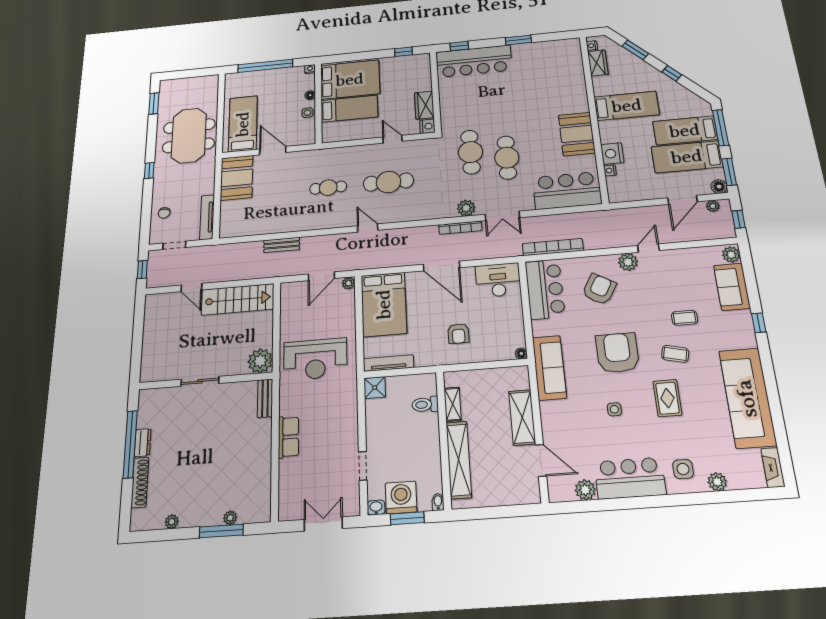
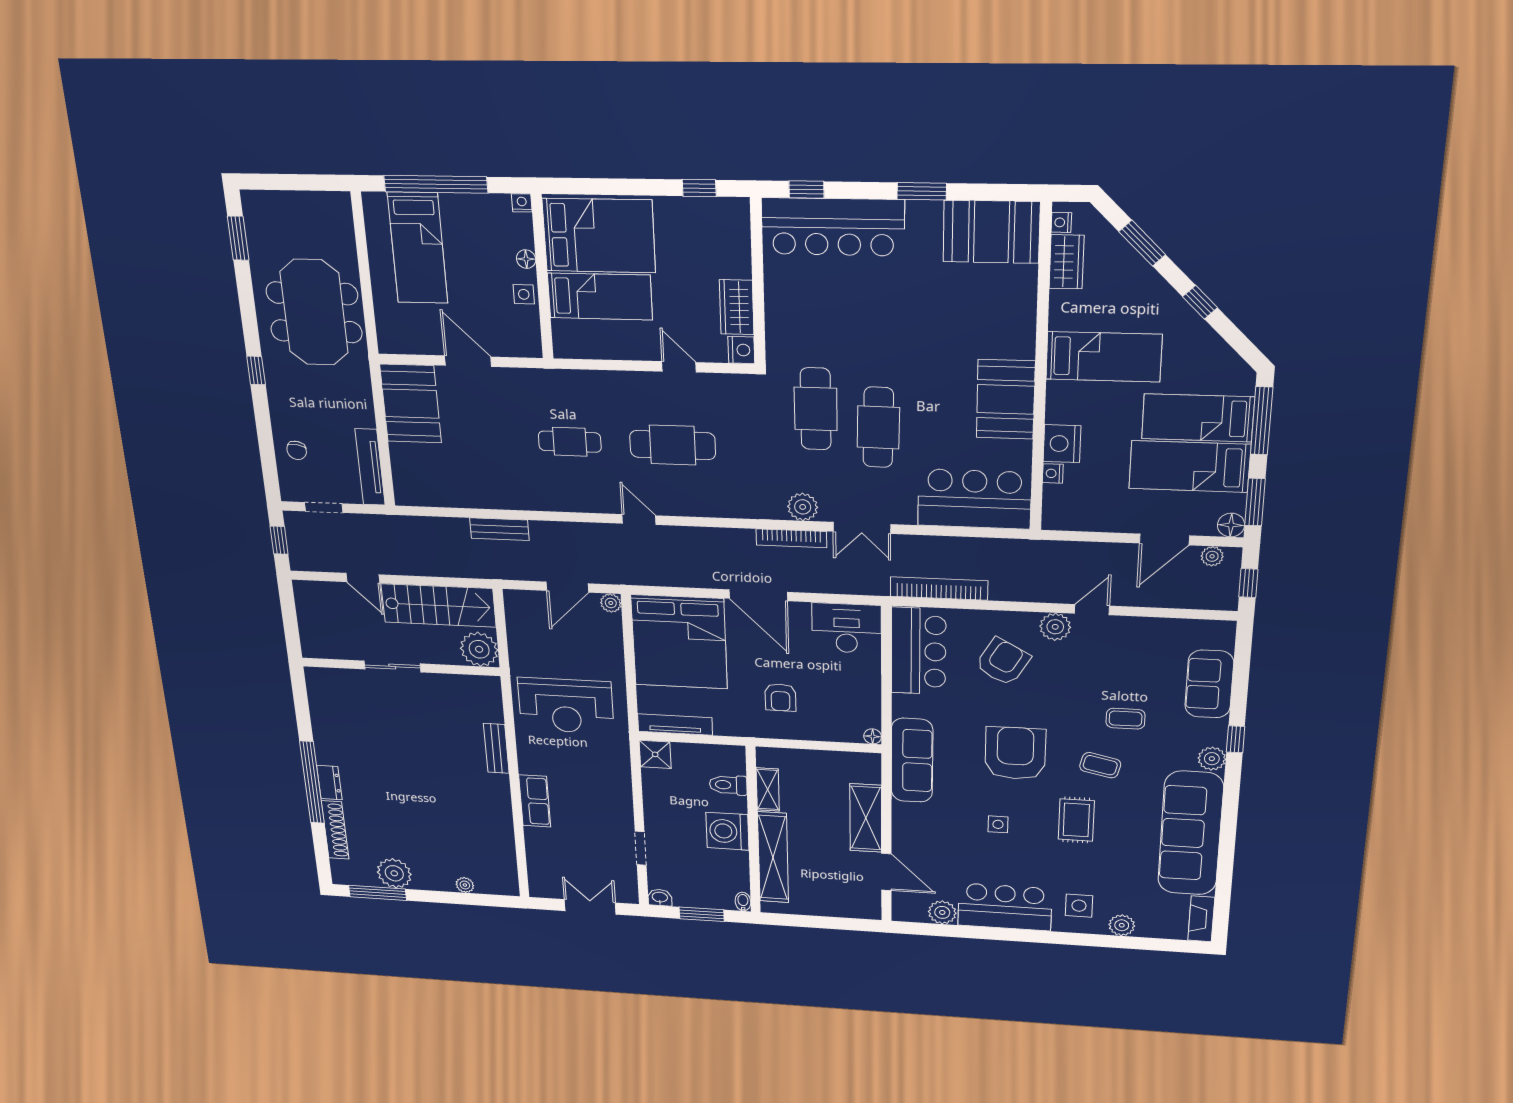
booth: (557, 54) -> (991, 232), added
bed: (243, 124) -> (418, 248), moved, turned 180
plant: (731, 255) -> (1212, 759), moved
bed: (384, 304) -> (679, 642), width x1.36
plant: (260, 361) -> (479, 649), moved
sliding door: (200, 381) -> (392, 666), moved
wall: (205, 381) -> (401, 667), moved
washing machine: (401, 497) -> (727, 831), moved, turned -90
plant: (172, 522) -> (394, 873), width x1.88, depth x1.88
window: (221, 531) -> (378, 893), moved

